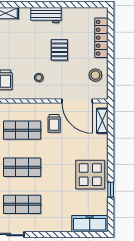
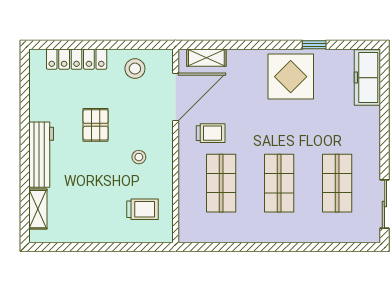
workbench: (46, 15) -> (41, 155), width x1.38
pallet: (59, 50) -> (96, 125), turned 90

